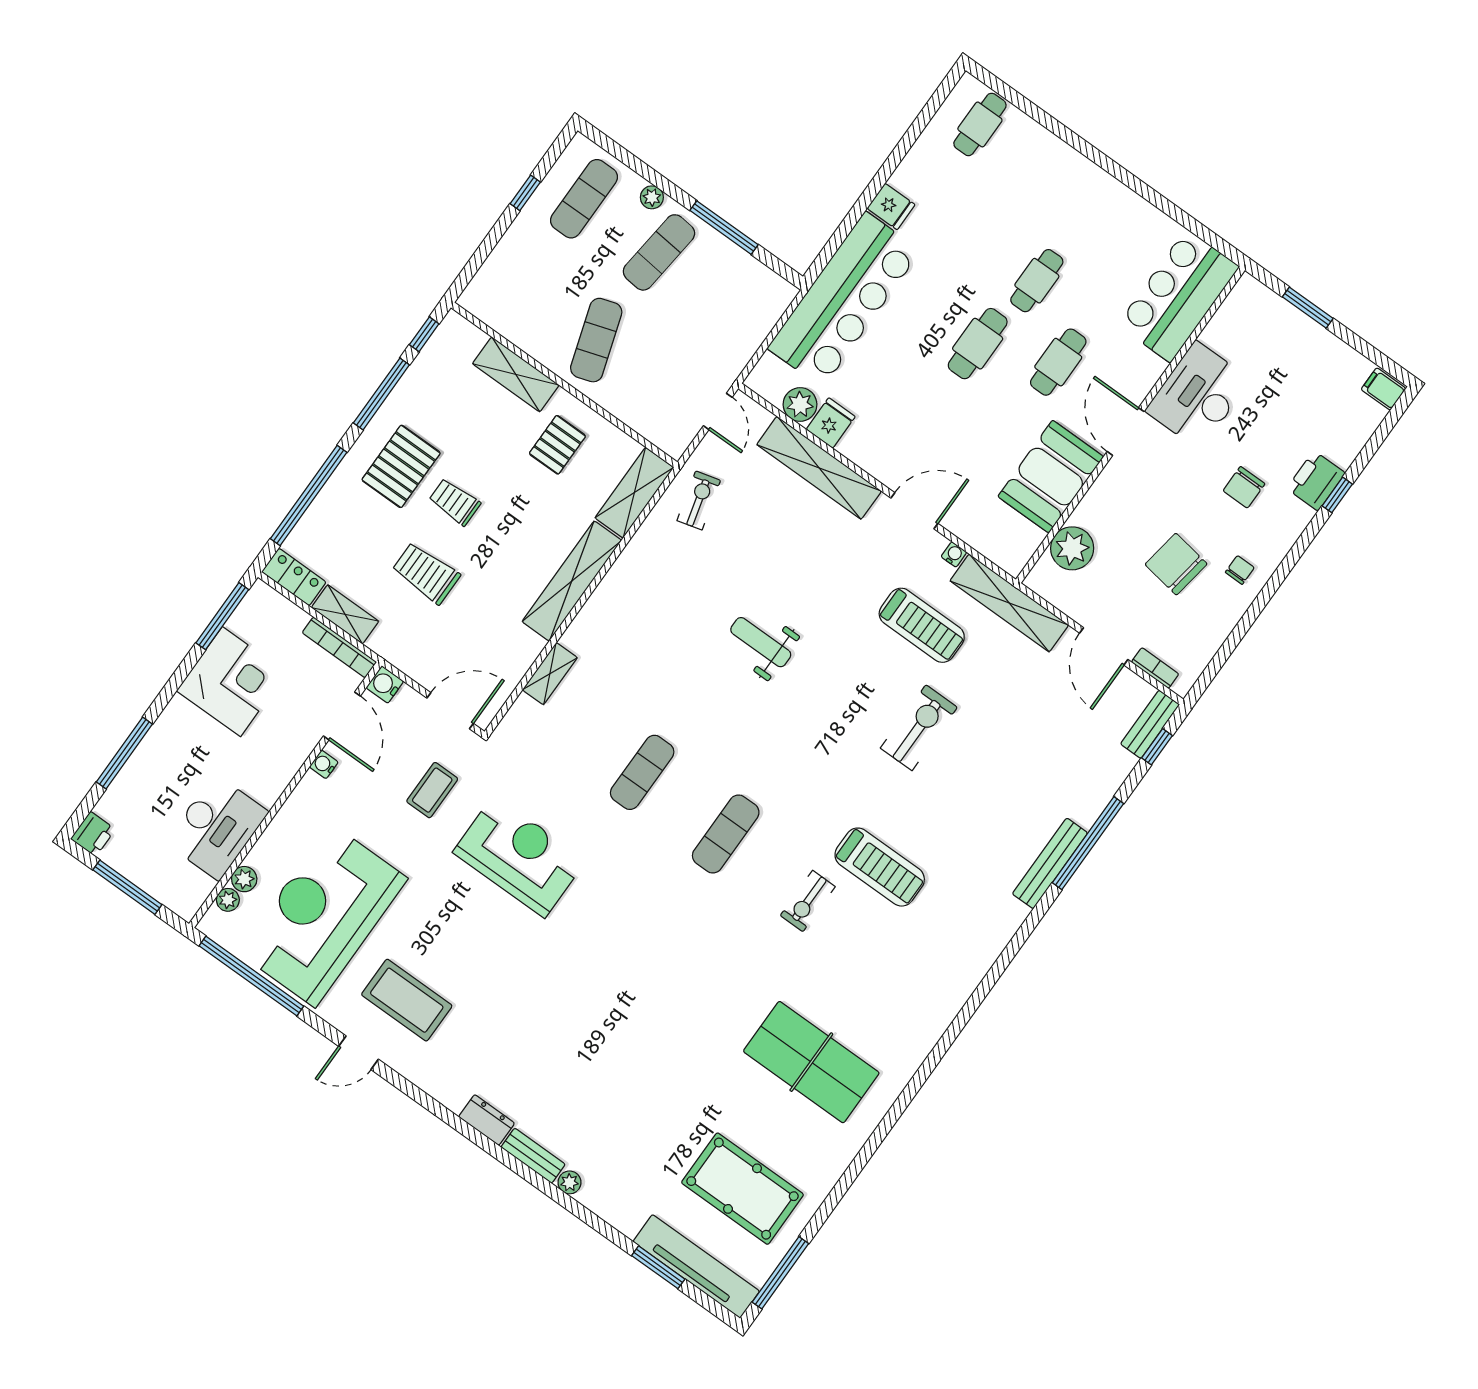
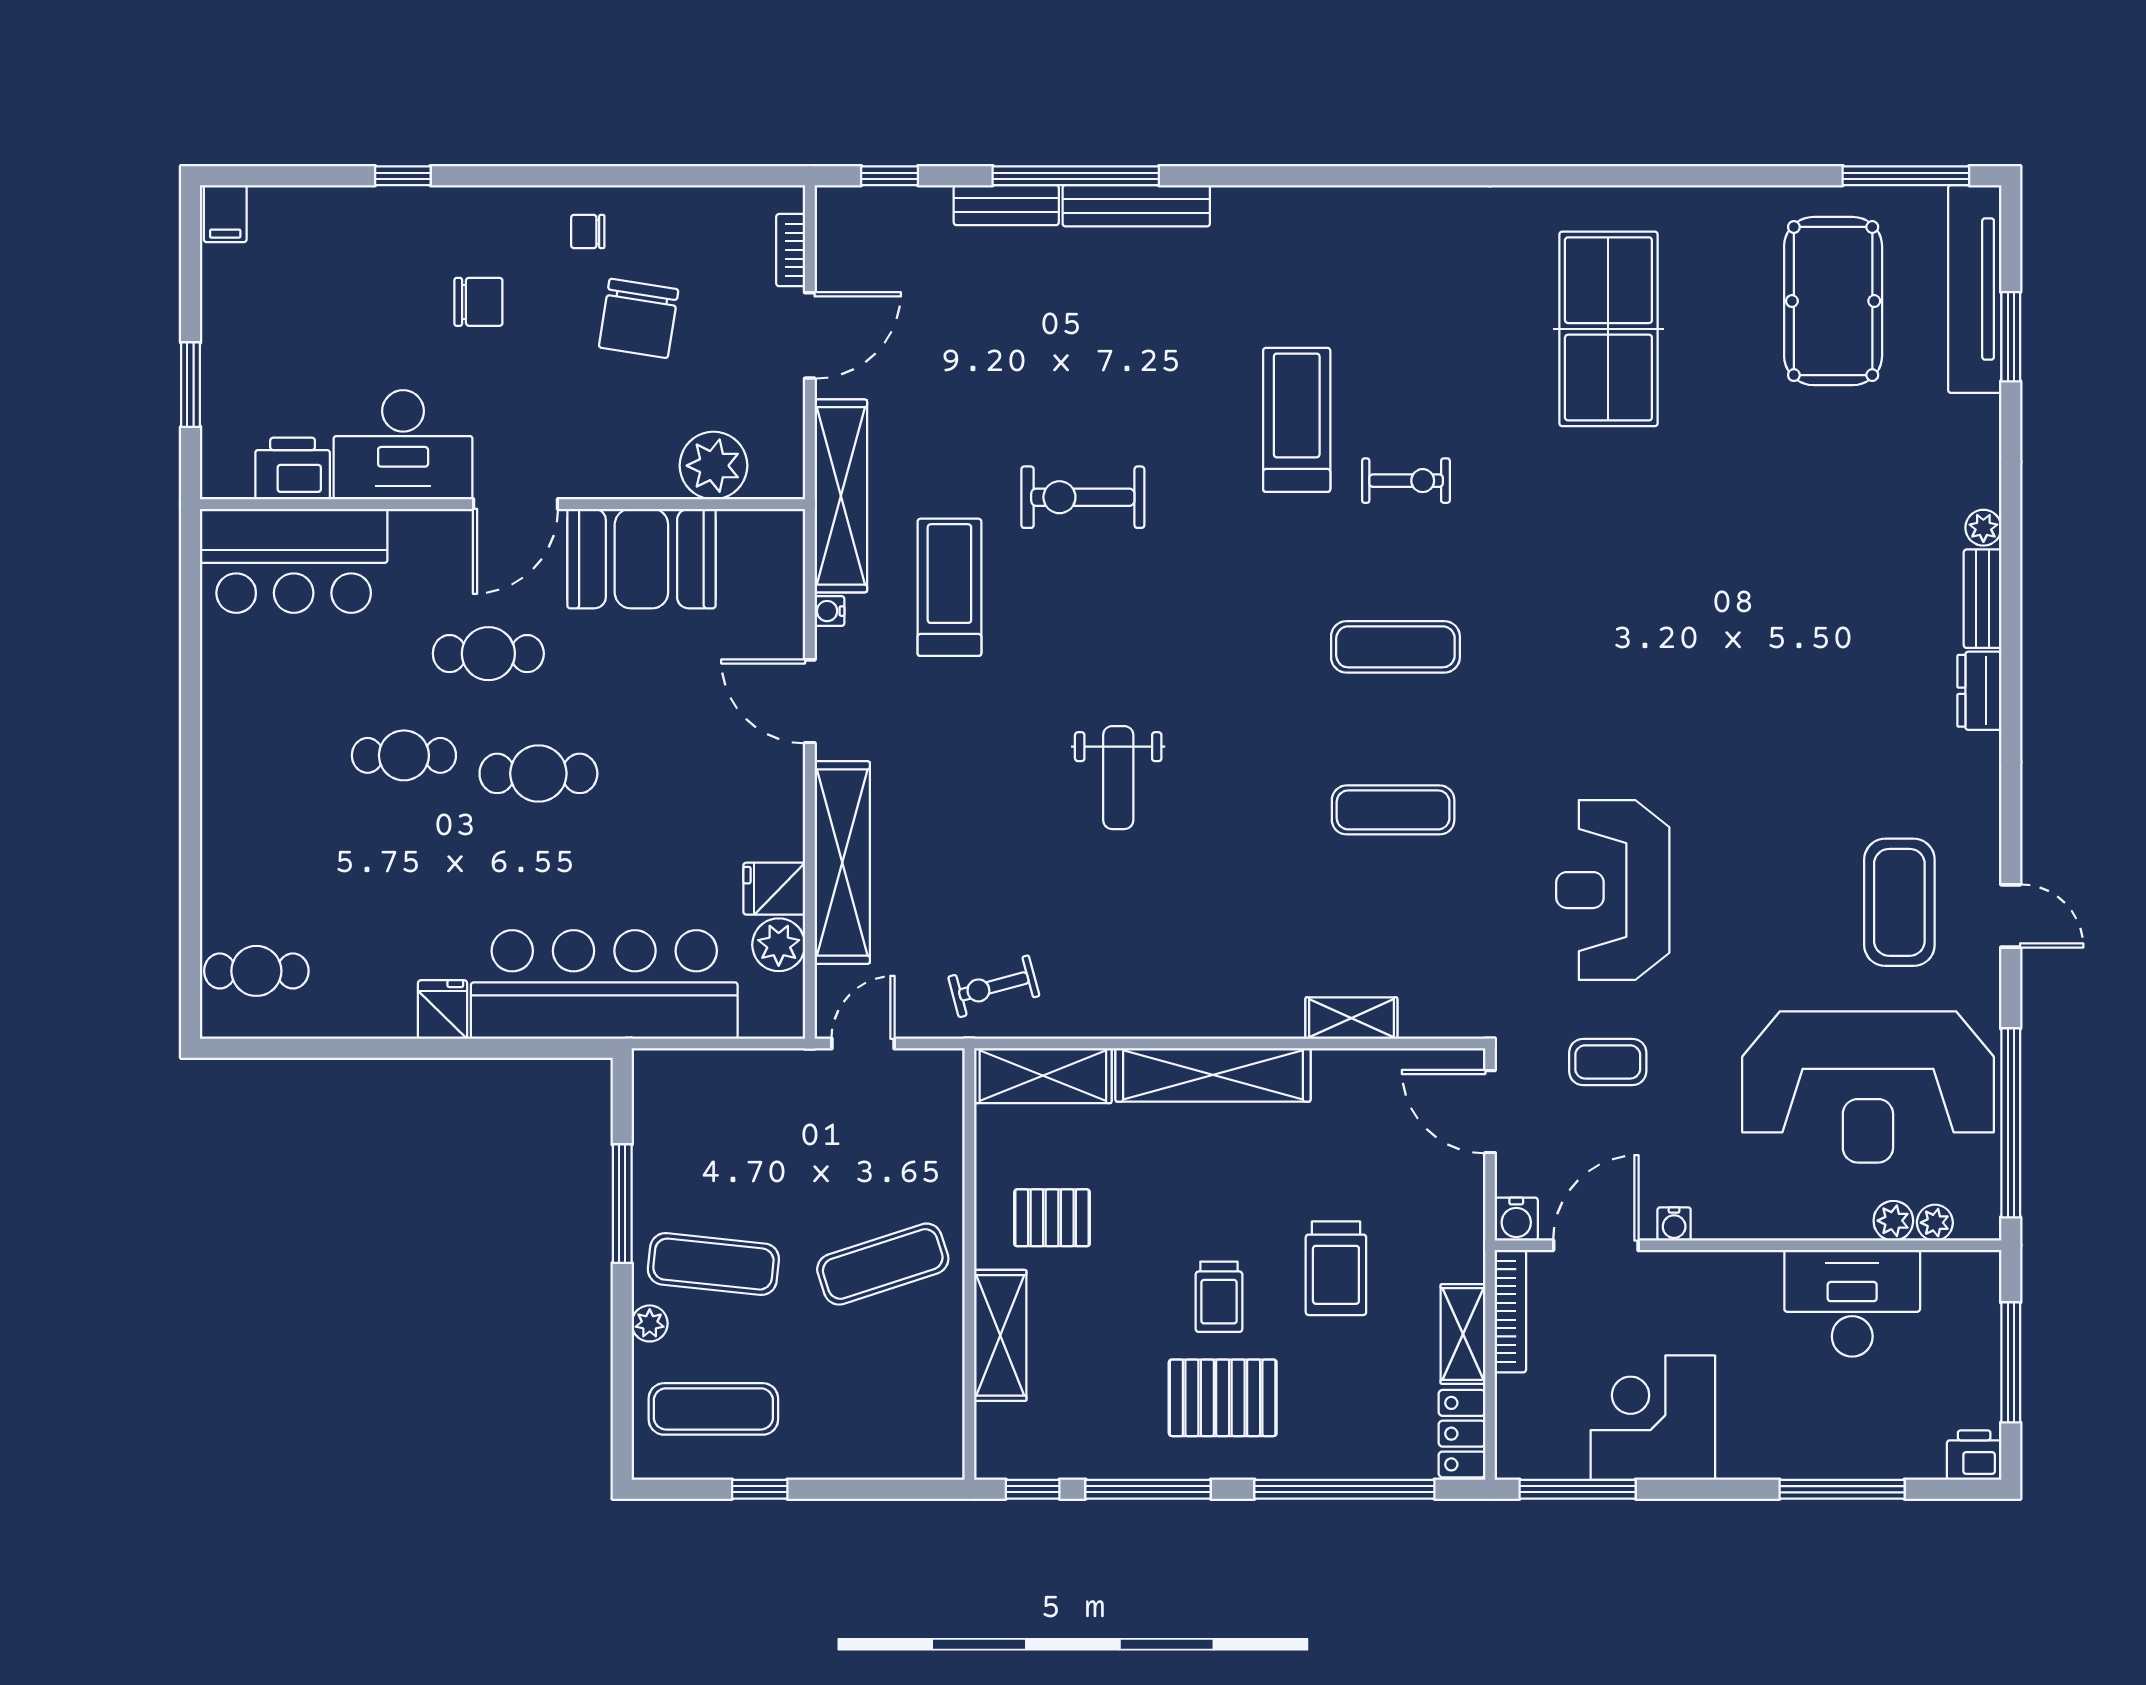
printer: (1316, 481) -> (293, 469), moved, turned 180
bench: (1150, 724) -> (1006, 205), moved

